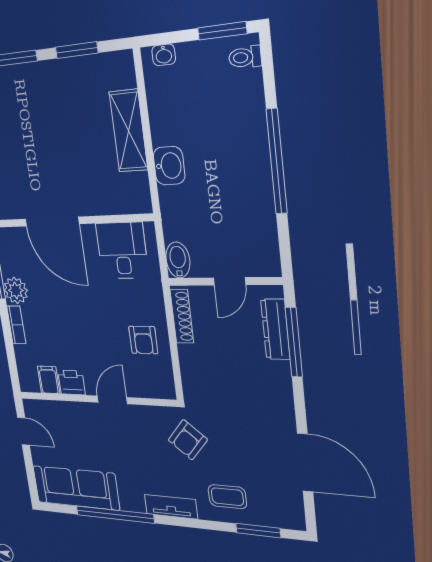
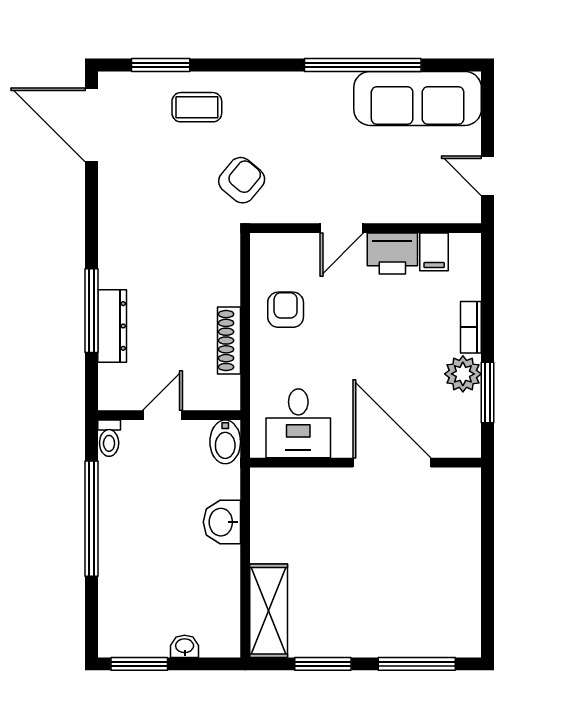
washbasin: (164, 55) -> (185, 646), moved
toilet: (245, 57) -> (109, 438), moved, turned 90
shelving: (128, 131) -> (269, 611), moved
bidet: (178, 260) -> (225, 442), moved
wall: (224, 281) -> (169, 415), moved
door: (230, 281) -> (163, 415), moved
printer: (72, 382) -> (392, 254), width x1.36, depth x1.24
door: (305, 463) -> (92, 125), moved
tv unit: (171, 507) -> (277, 85), removed

